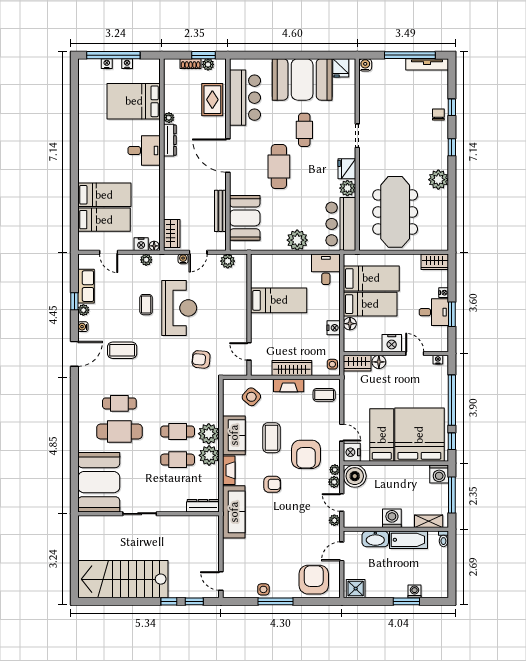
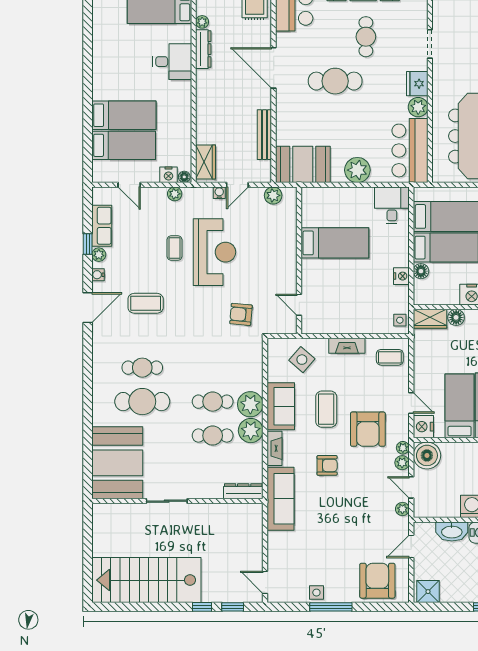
cafe table: (279, 167) -> (335, 81), turned 90
booth: (245, 218) -> (303, 164), moved, turned 90
wardrobe: (292, 368) -> (351, 325), removed

